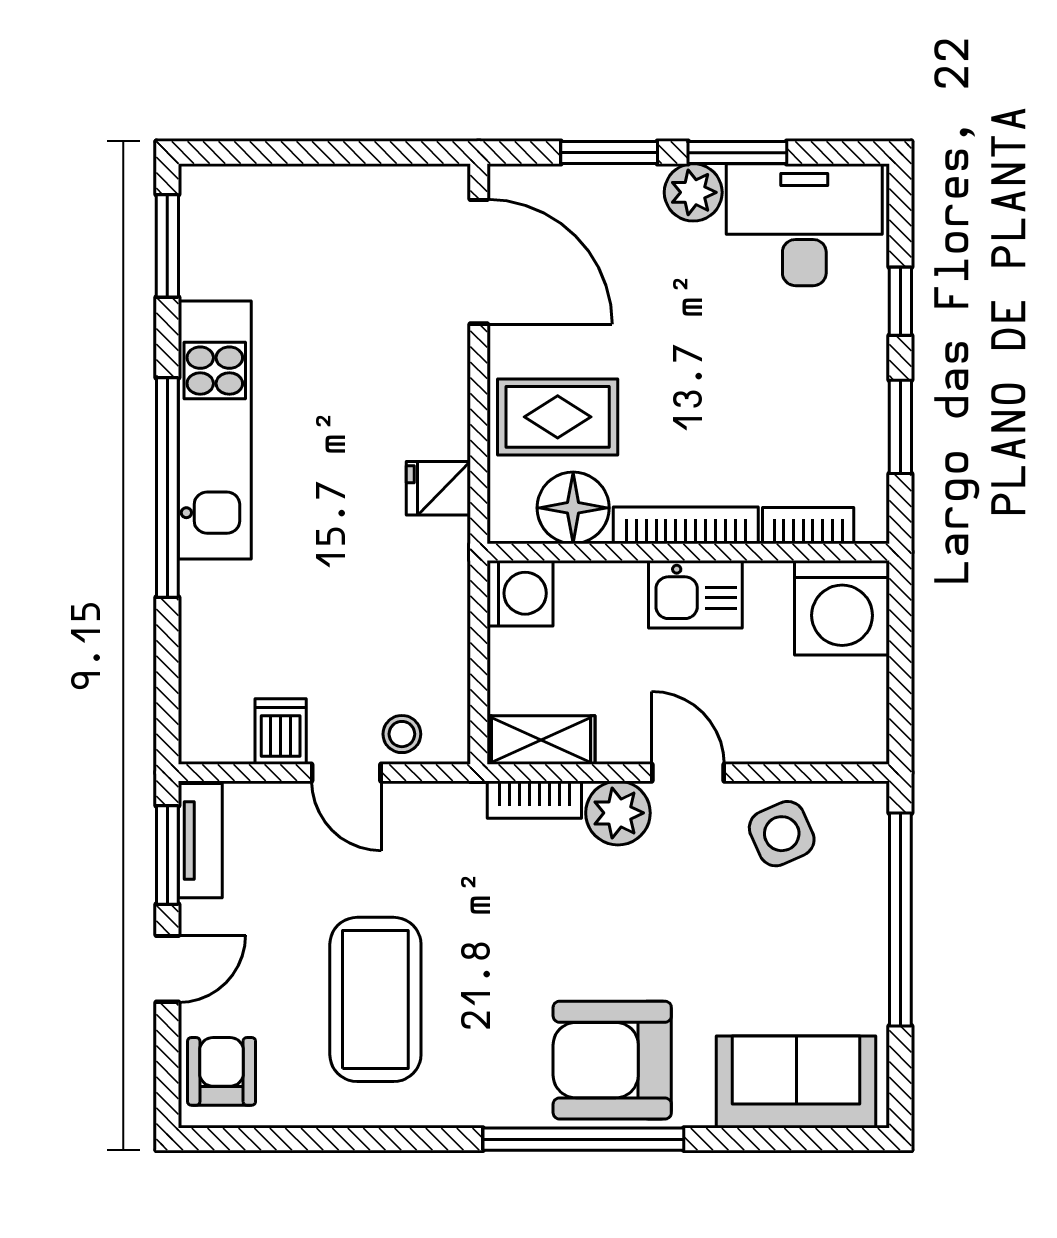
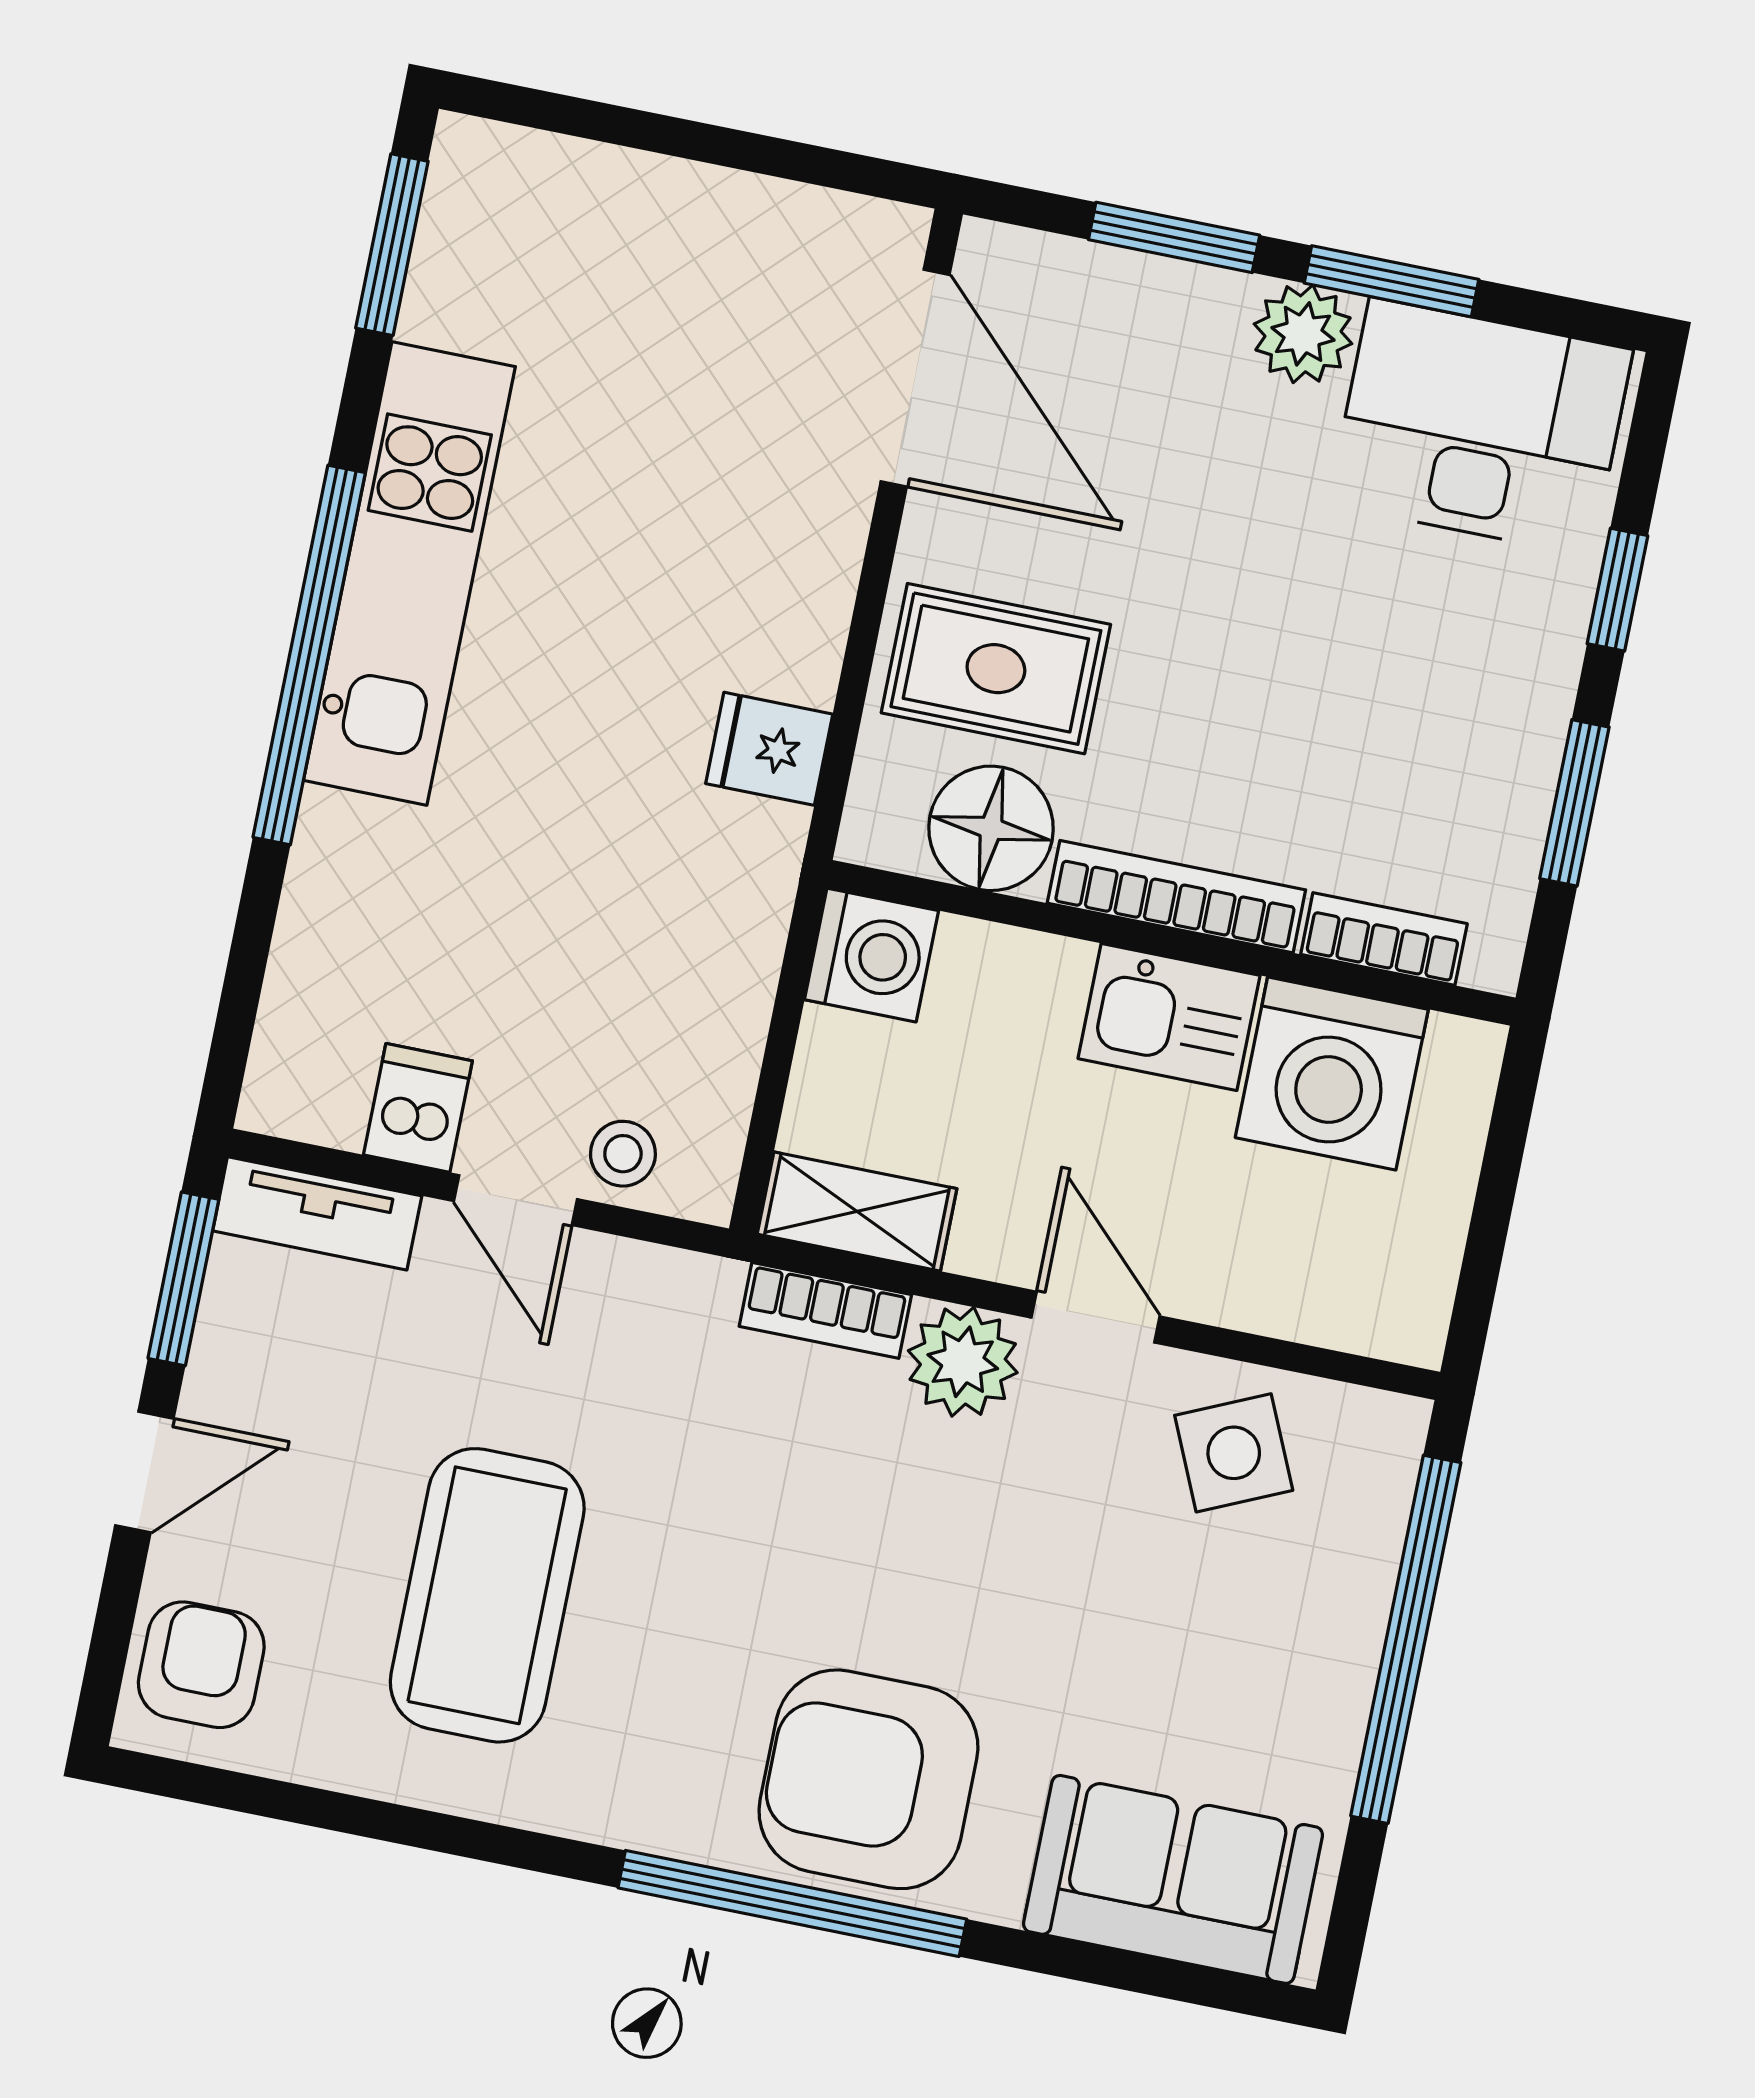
washing machine: (842, 608) -> (1332, 1073), moved
tv unit: (200, 841) -> (317, 1213), moved, turned 90

